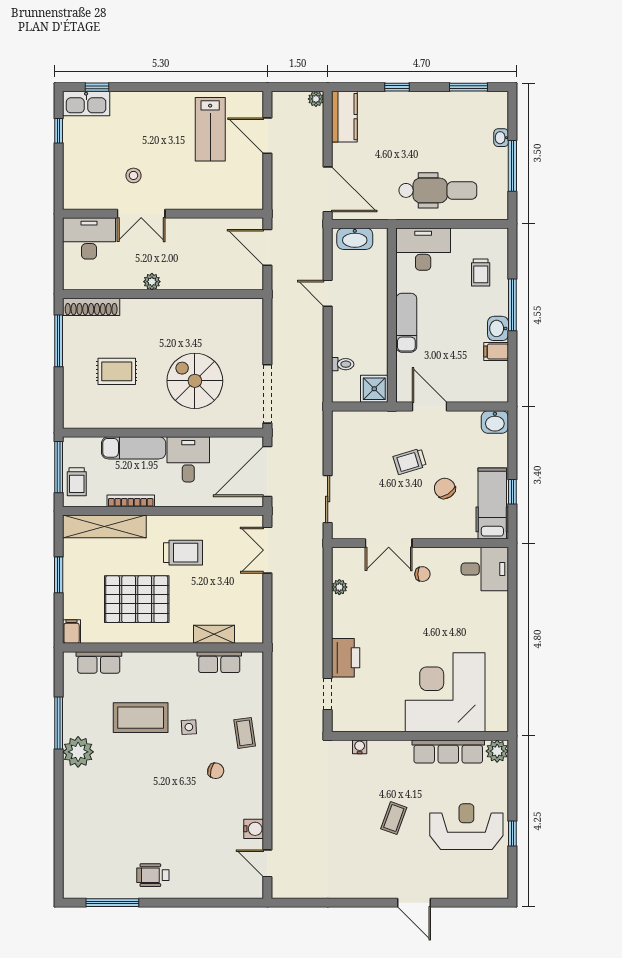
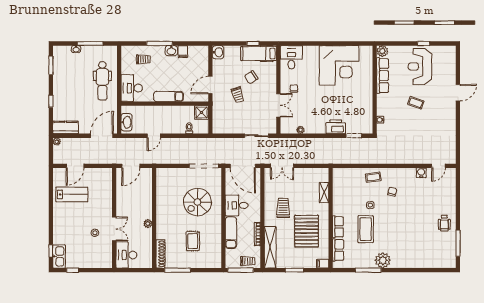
dental chair: (438, 190) -> (102, 81), turned 180
row of seats: (219, 662) -> (338, 227), moved
corner desk: (445, 692) -> (339, 65), moved, turned -90

